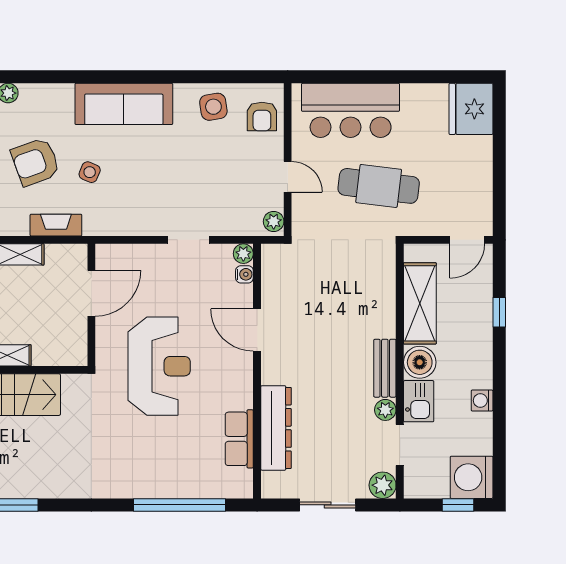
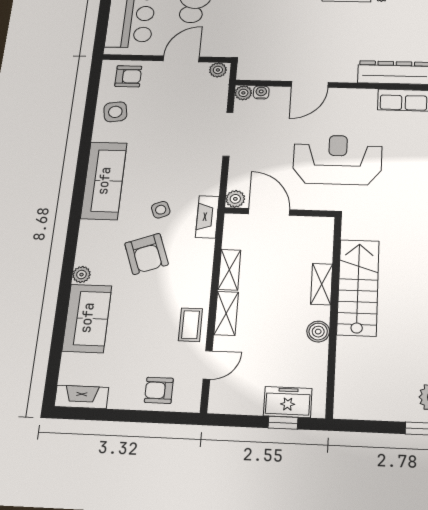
side table: (90, 172) -> (161, 210), turned 45
door: (288, 177) -> (181, 59), width x1.38
fireplace: (56, 225) -> (207, 217), moved
doorway: (188, 240) -> (228, 134), width x1.38
plant: (106, 255) -> (235, 199), added

